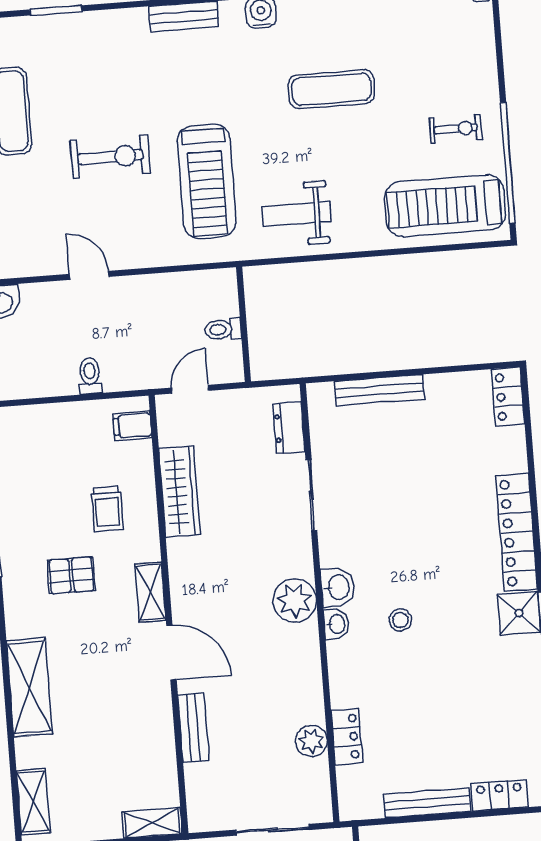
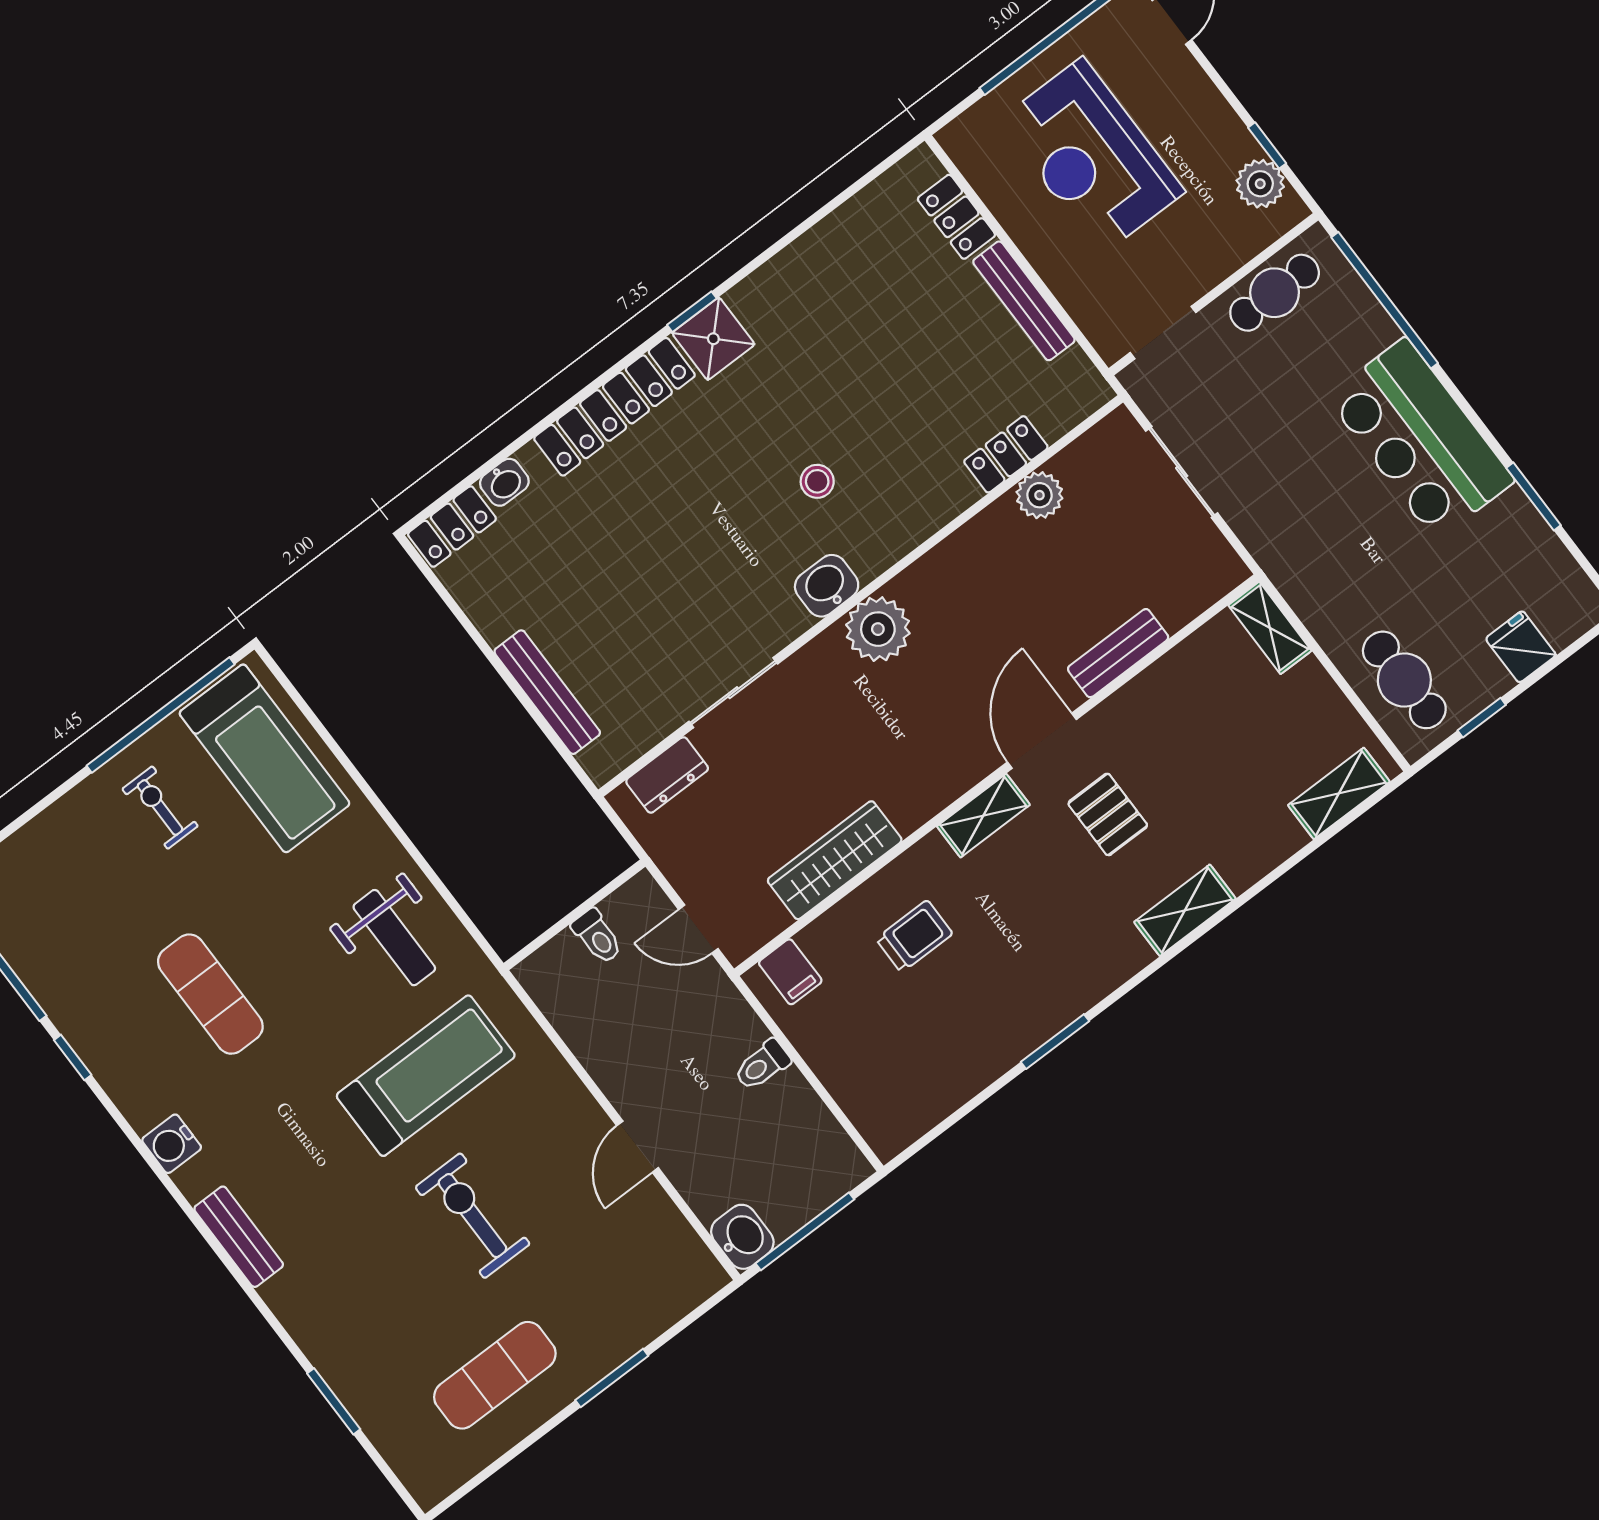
pallet: (71, 575) -> (1108, 814), moved
washbasin: (336, 624) -> (504, 482), moved, turned 180
shelving: (29, 687) -> (1185, 910), width x0.67, depth x0.75

